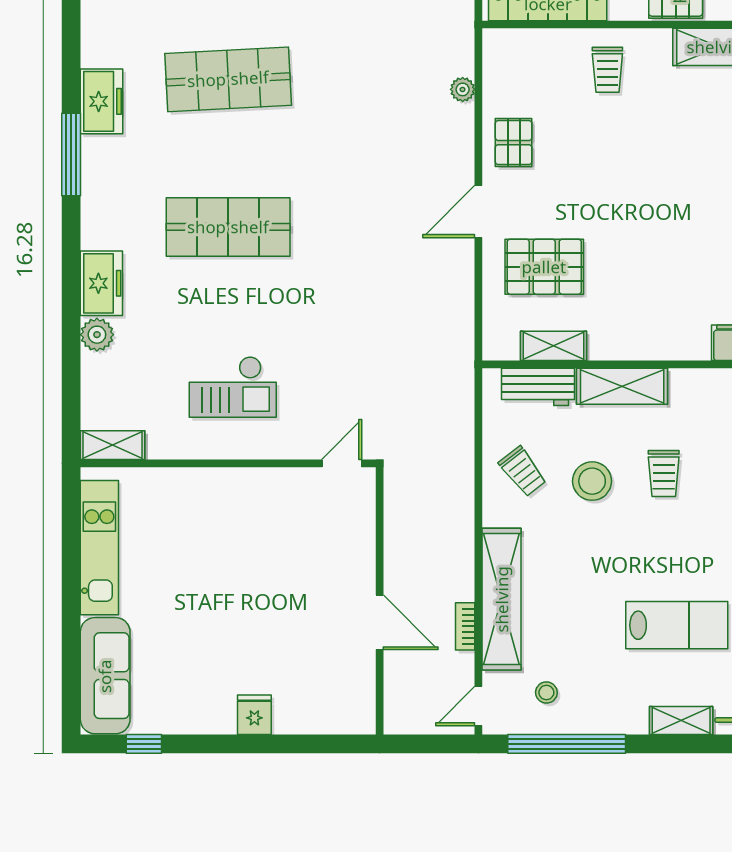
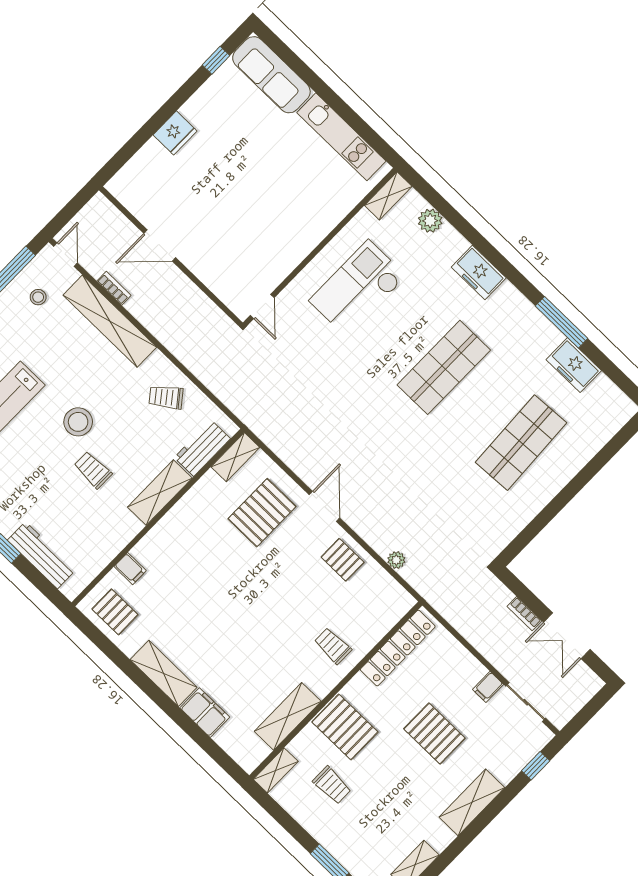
plant: (97, 335) -> (430, 221), moved
shelving: (553, 346) -> (235, 457), moved
checkout: (233, 387) -> (358, 288), width x1.36, depth x1.21
stool: (592, 481) -> (78, 422), moved
fridge: (254, 715) -> (175, 133), width x1.38

